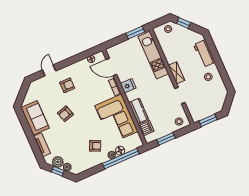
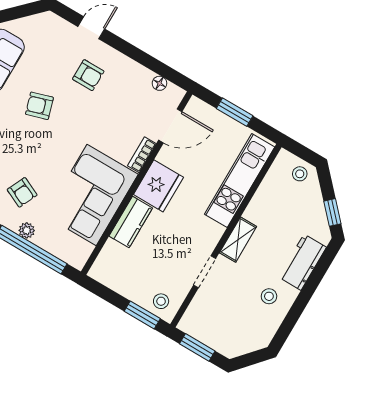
window: (184, 23) -> (332, 212), moved
window: (135, 33) -> (235, 112), moved
door: (111, 67) -> (170, 126), swing flipped
fridge: (128, 86) -> (158, 186), width x1.88, depth x1.34
dishwasher: (146, 128) -> (112, 255), removed
window: (166, 139) -> (142, 315), moved
floor lamp: (120, 151) -> (44, 239), removed

